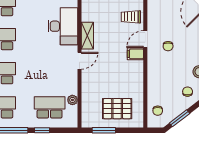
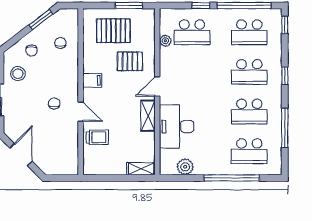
door: (145, 39) -> (81, 112), hinge flipped
filing cabinet: (135, 54) -> (92, 80), moved
pallet: (103, 82) -> (130, 61), added
chair: (158, 111) -> (60, 43), moved

